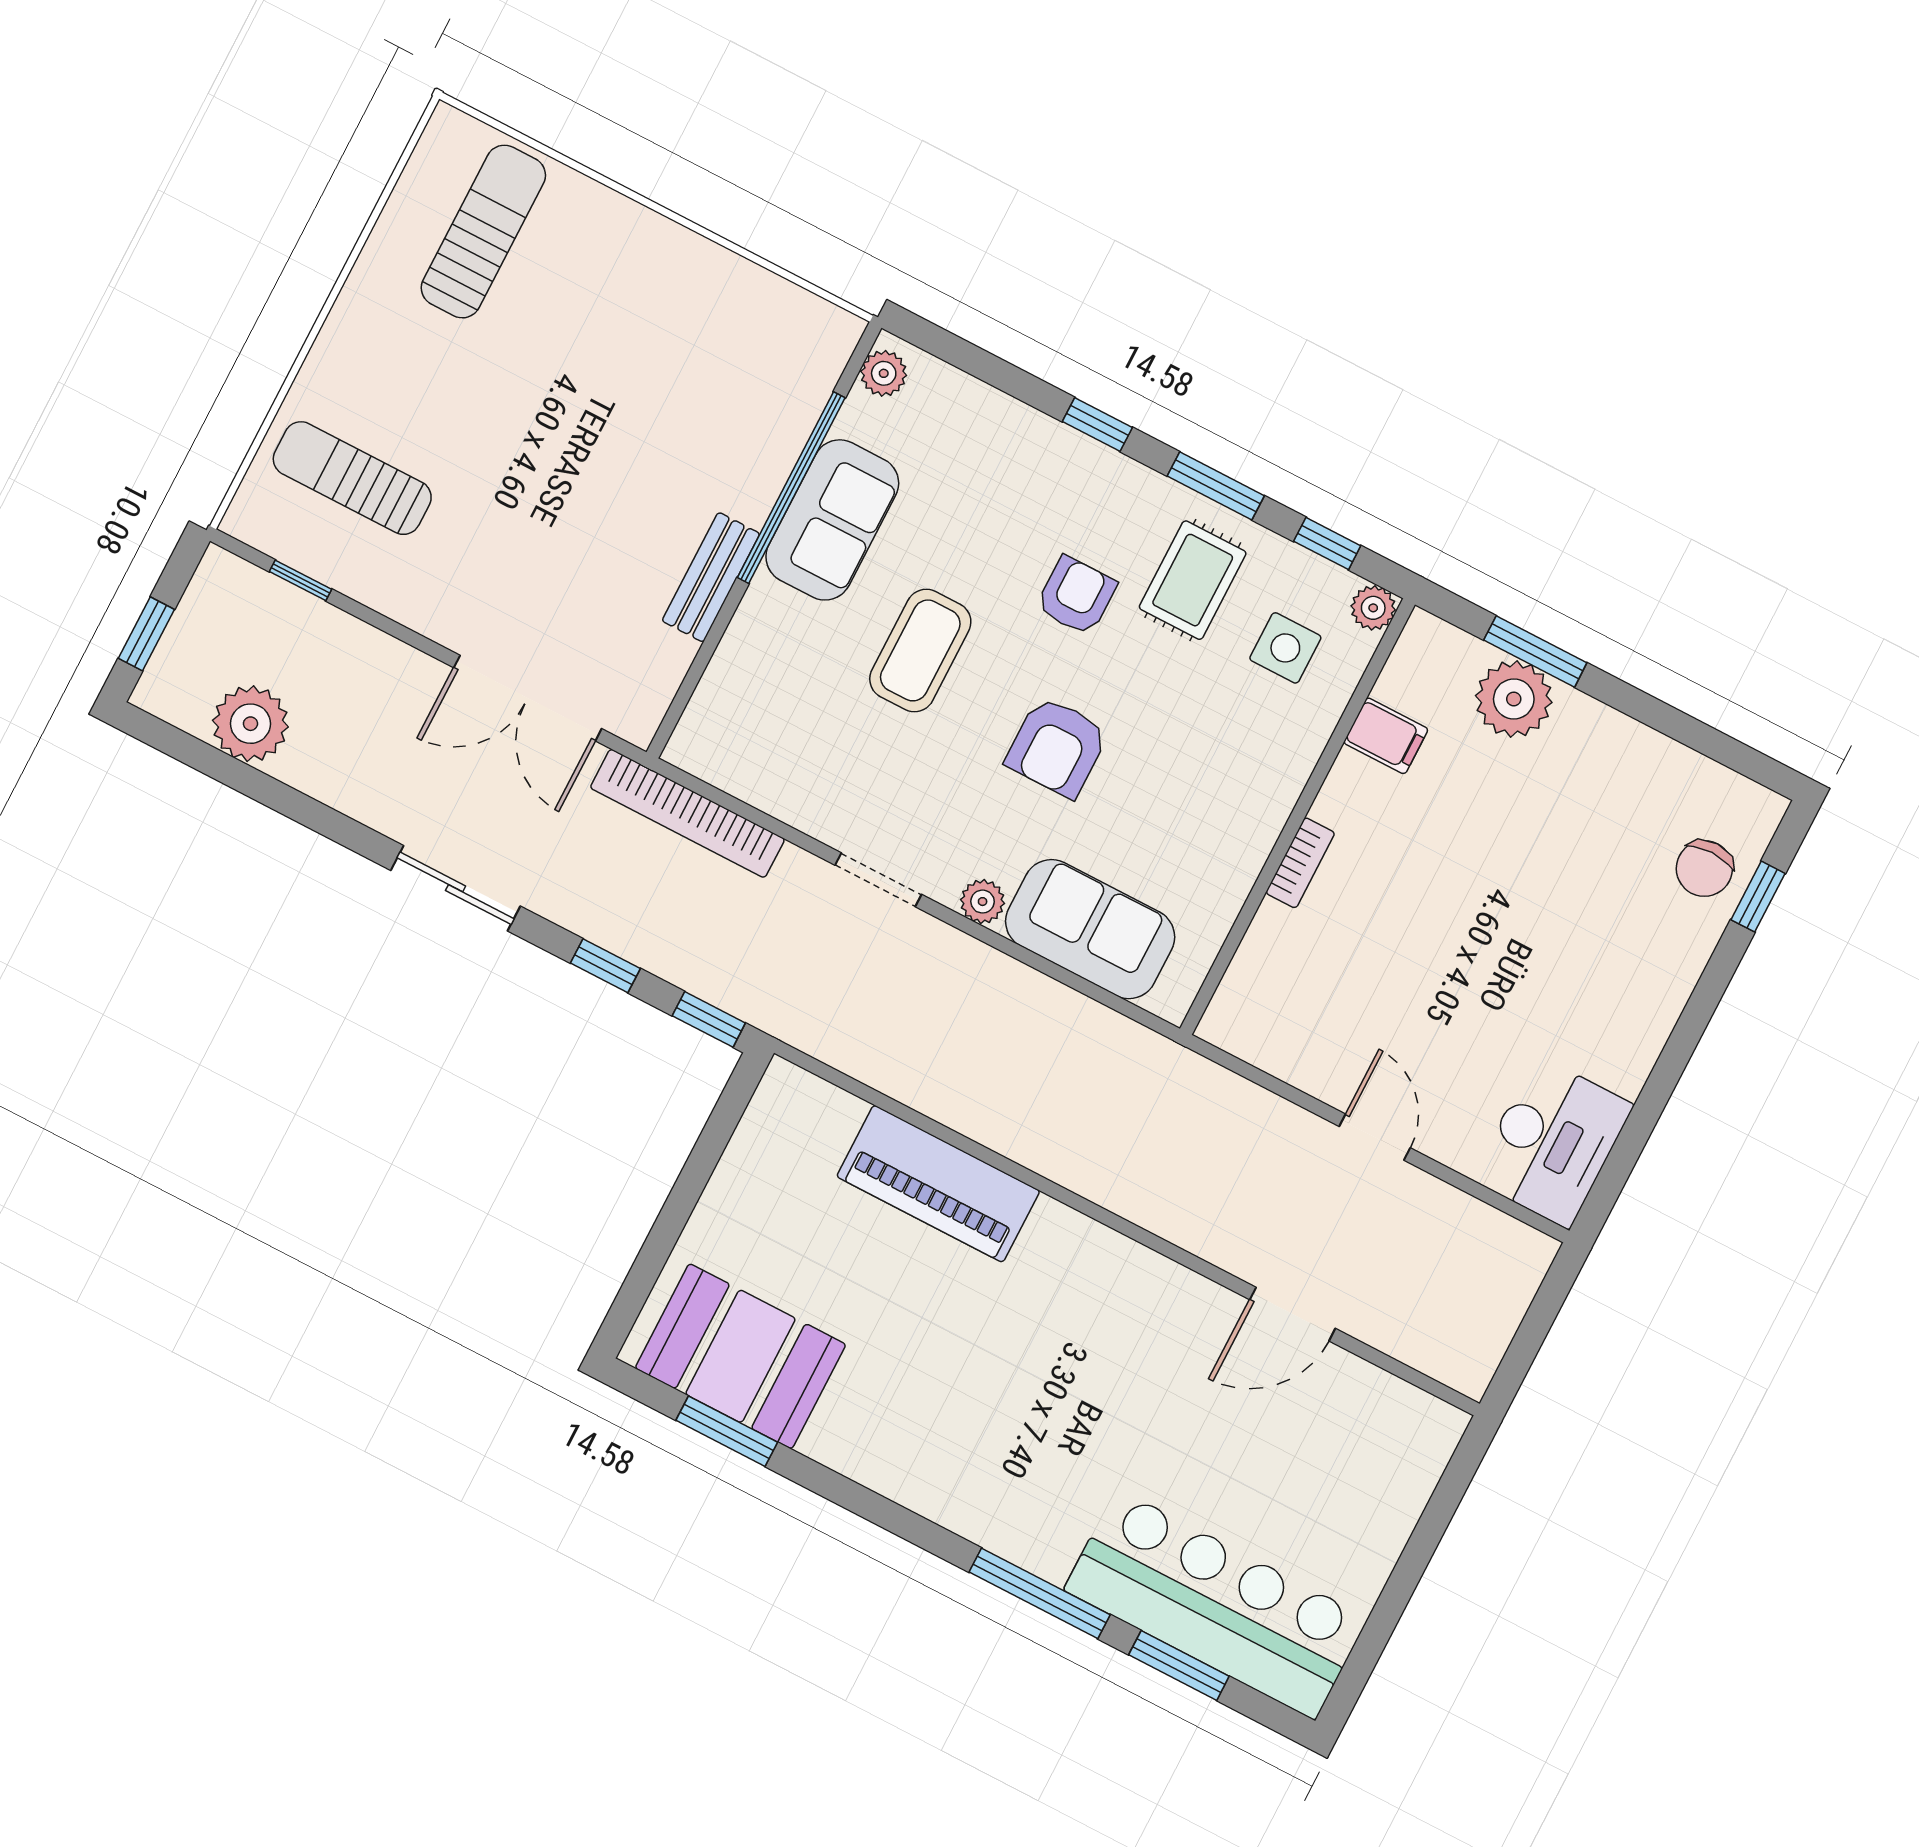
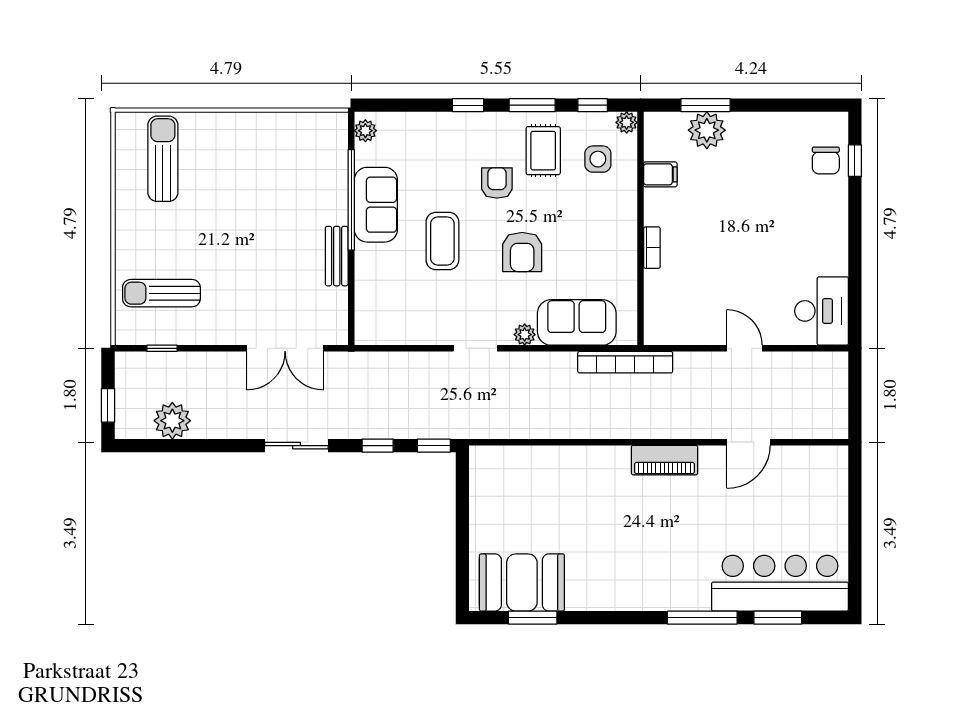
bookcase: (687, 813) -> (625, 362), moved
piano: (938, 1184) -> (664, 460), moved, width x0.73, depth x0.75

